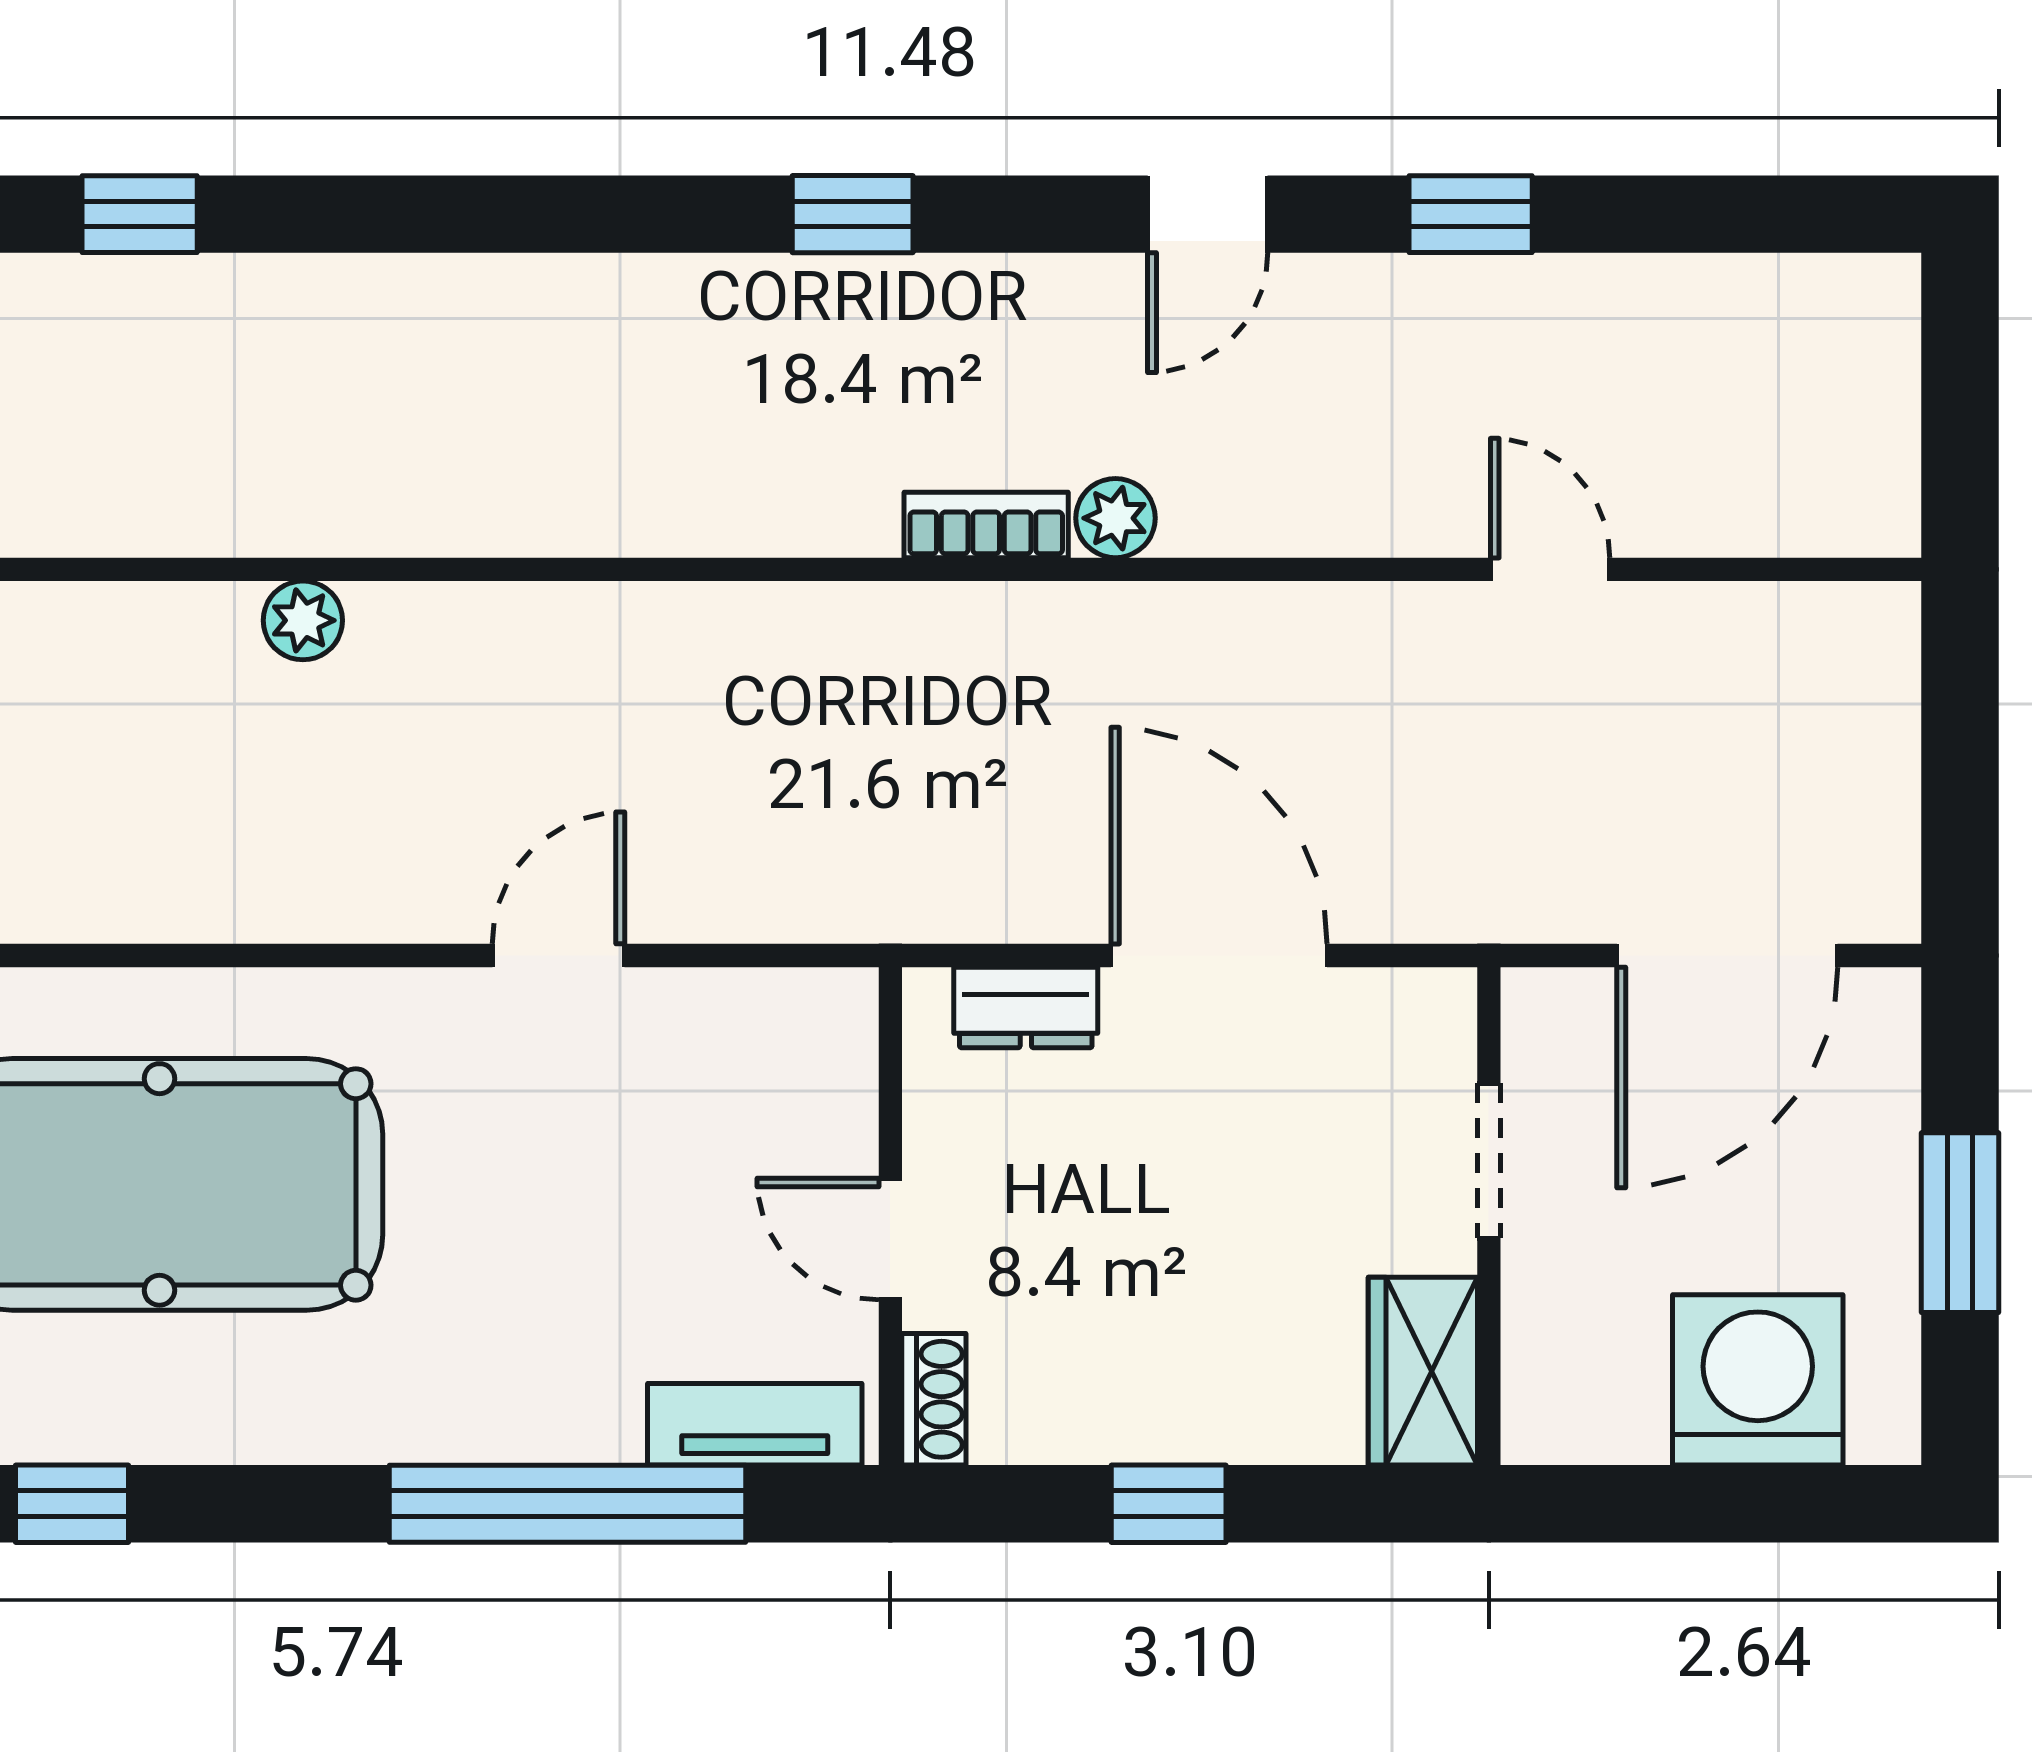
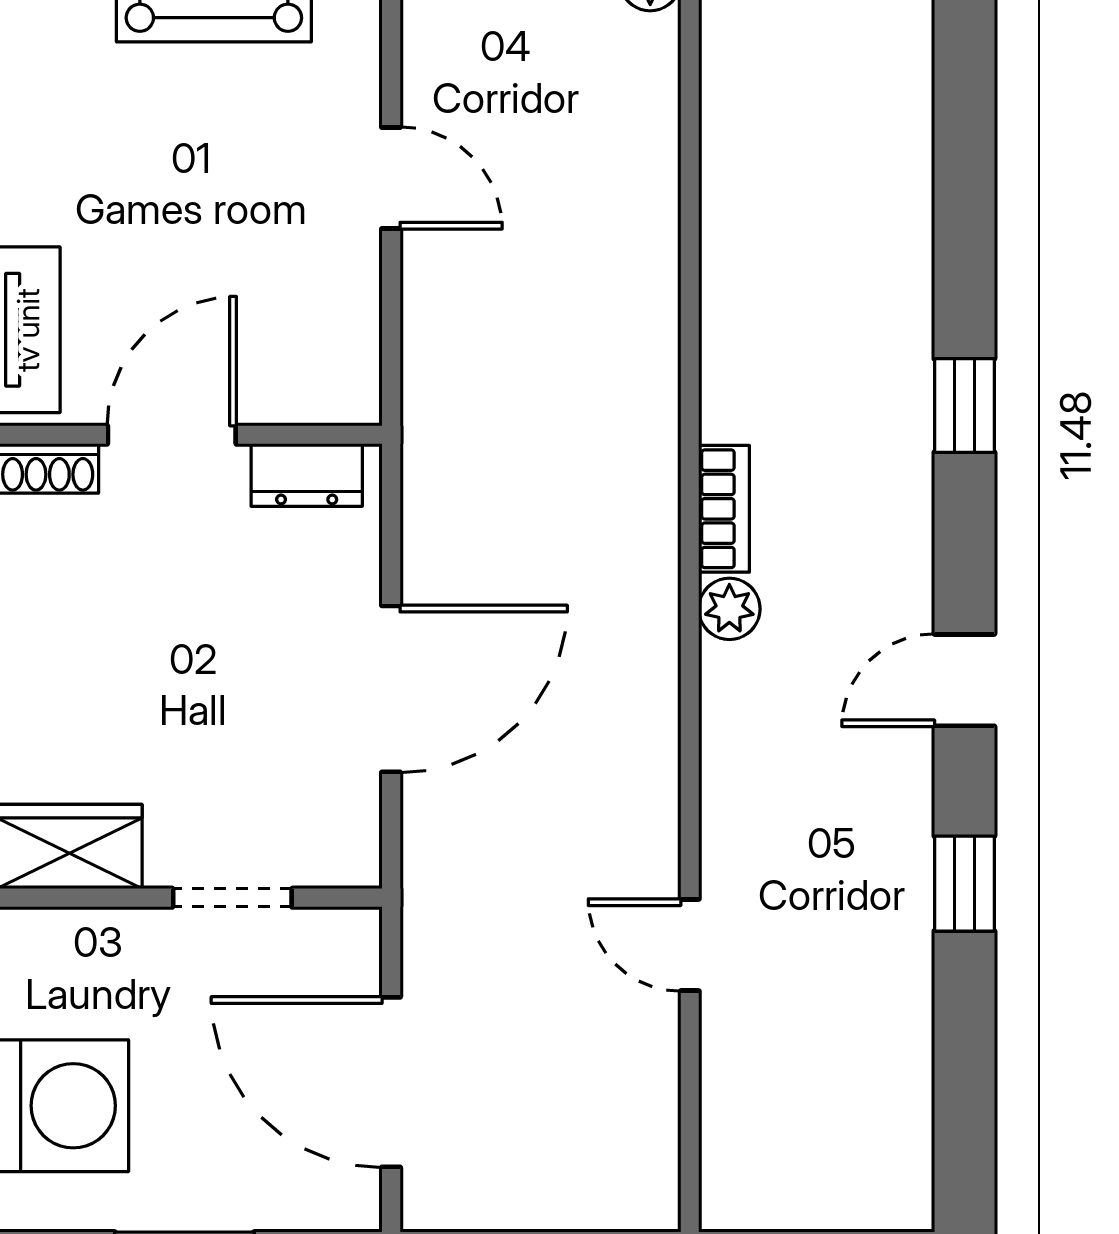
door: (1208, 214) -> (964, 680), hinge flipped
door: (1550, 569) -> (690, 945), swing flipped
dresser: (1026, 1007) -> (307, 475), moved, turned -90
door: (890, 1239) -> (172, 435), width x1.38

